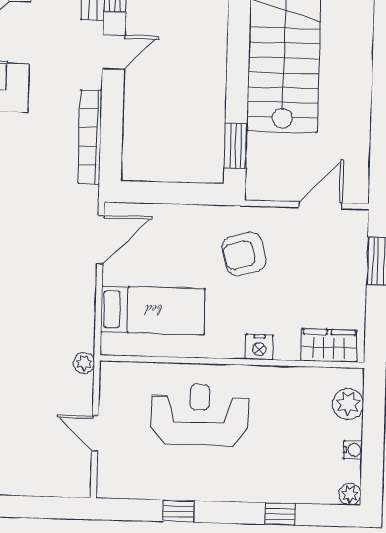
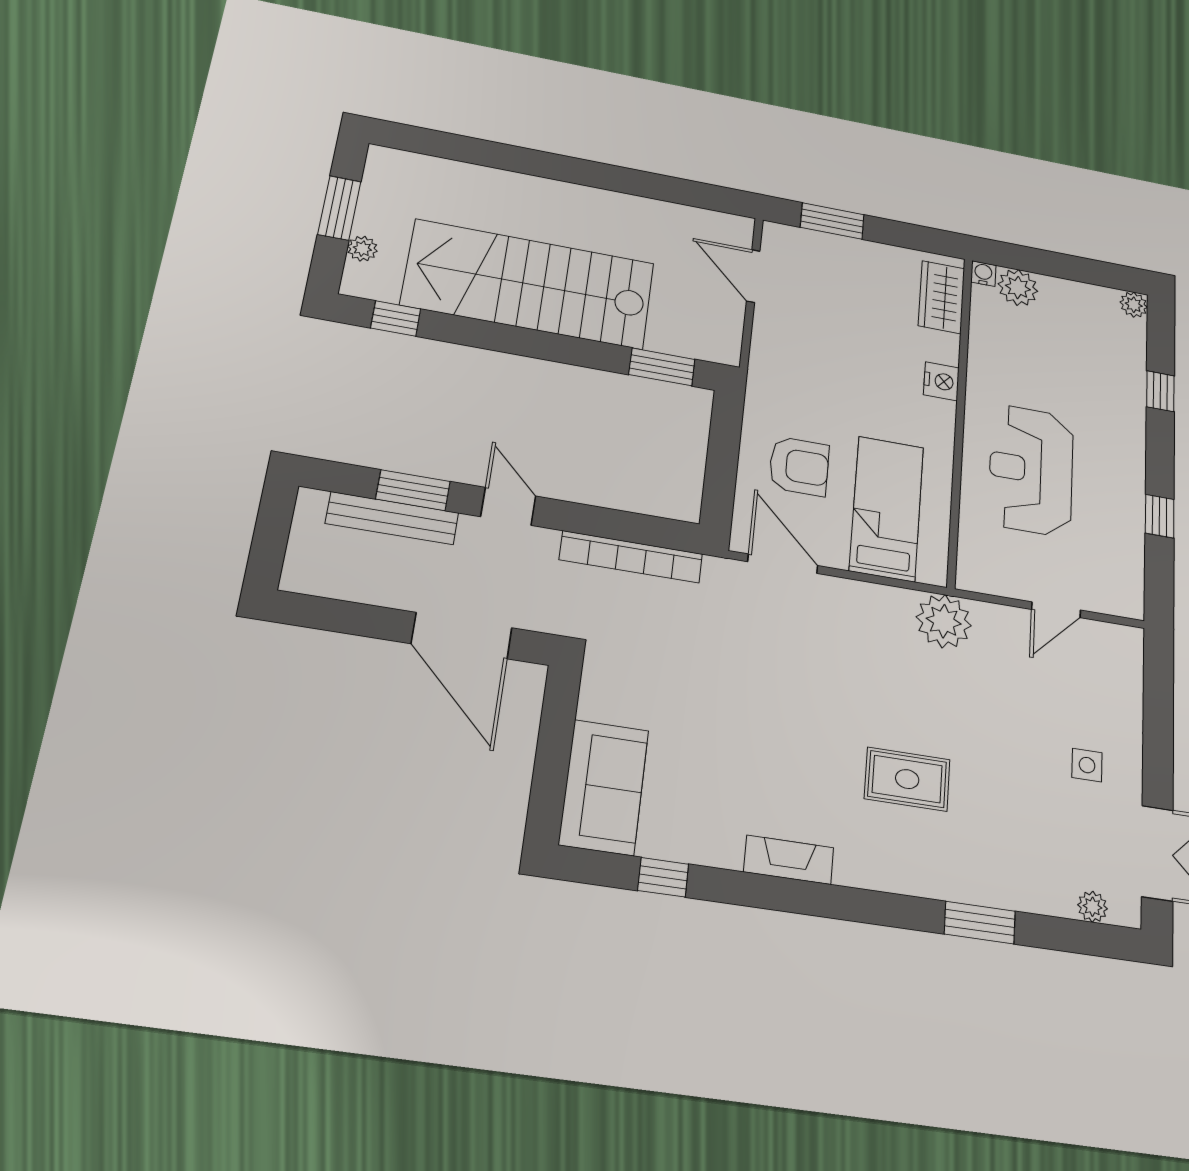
armchair: (244, 254) -> (799, 466), moved, turned -75
plant: (84, 363) -> (944, 621), width x1.87, depth x1.87
water cooler: (353, 450) -> (983, 274), moved

